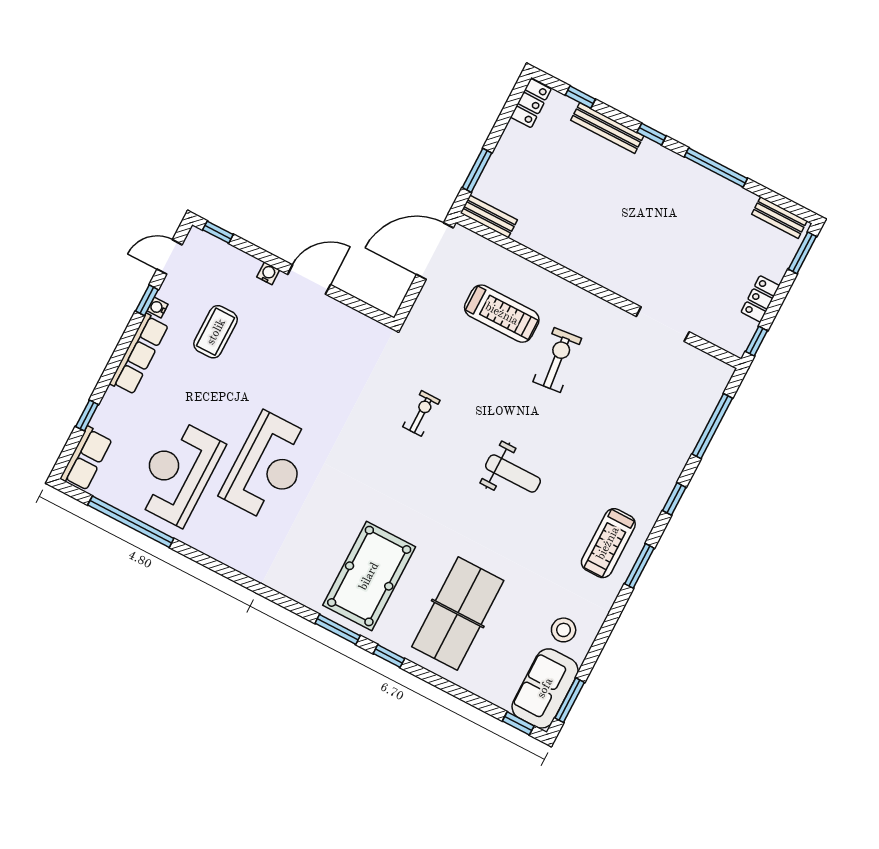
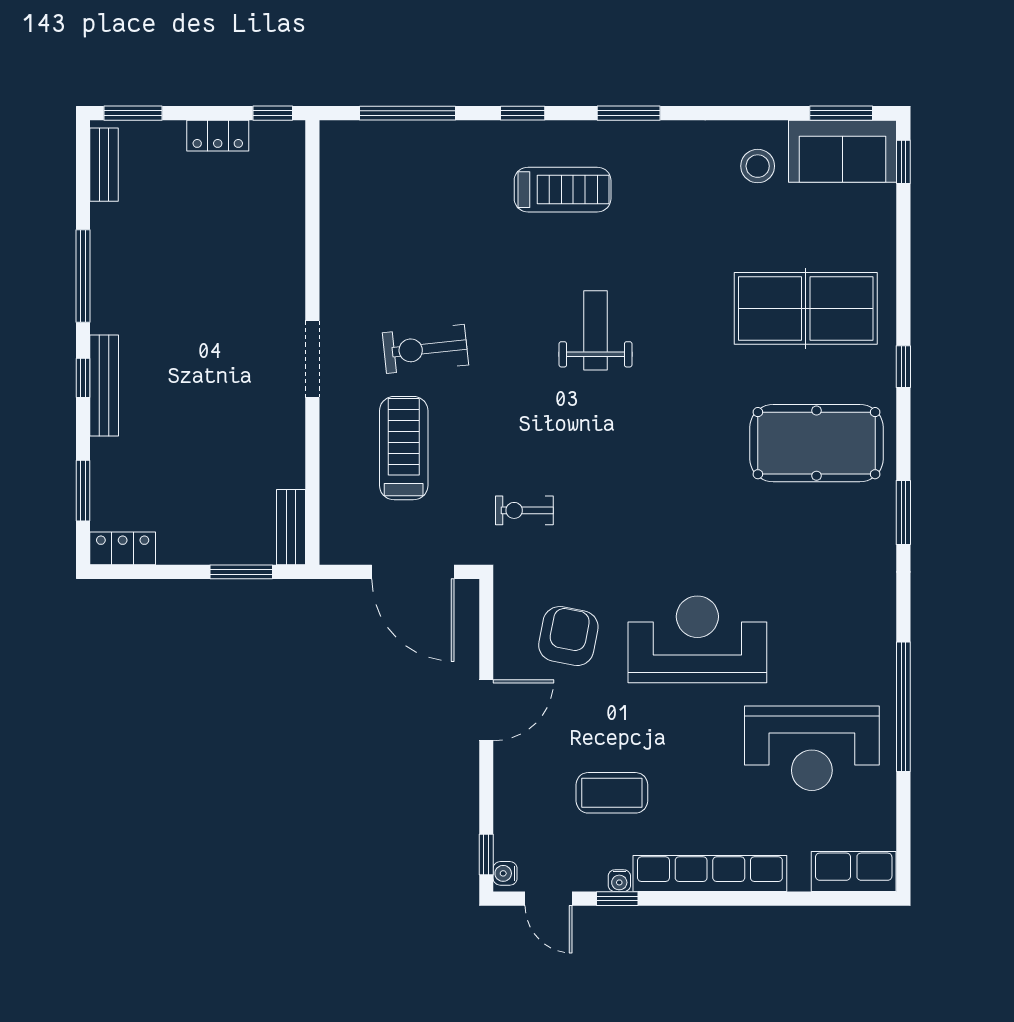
window: (580, 97) -> (83, 491), width x1.50
bench: (607, 128) -> (104, 385), moved
door: (435, 251) -> (413, 572), moved
water cooler: (268, 273) -> (505, 873), moved
door: (309, 280) -> (486, 710), swing flipped
doorway: (663, 324) -> (312, 359), moved
row of seats: (139, 354) -> (710, 874), width x1.36
armchair: (329, 356) -> (568, 636), added
exercise bike: (421, 413) -> (524, 510), moved
window: (87, 416) -> (800, 899), removed
reception desk: (268, 467) -> (697, 639), moved
window: (131, 522) -> (903, 707), moved
treadmill: (608, 543) -> (563, 190), moved
window: (338, 629) -> (903, 512), moved

